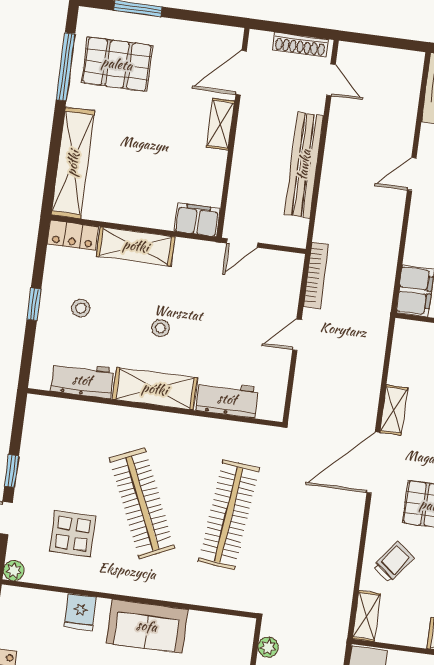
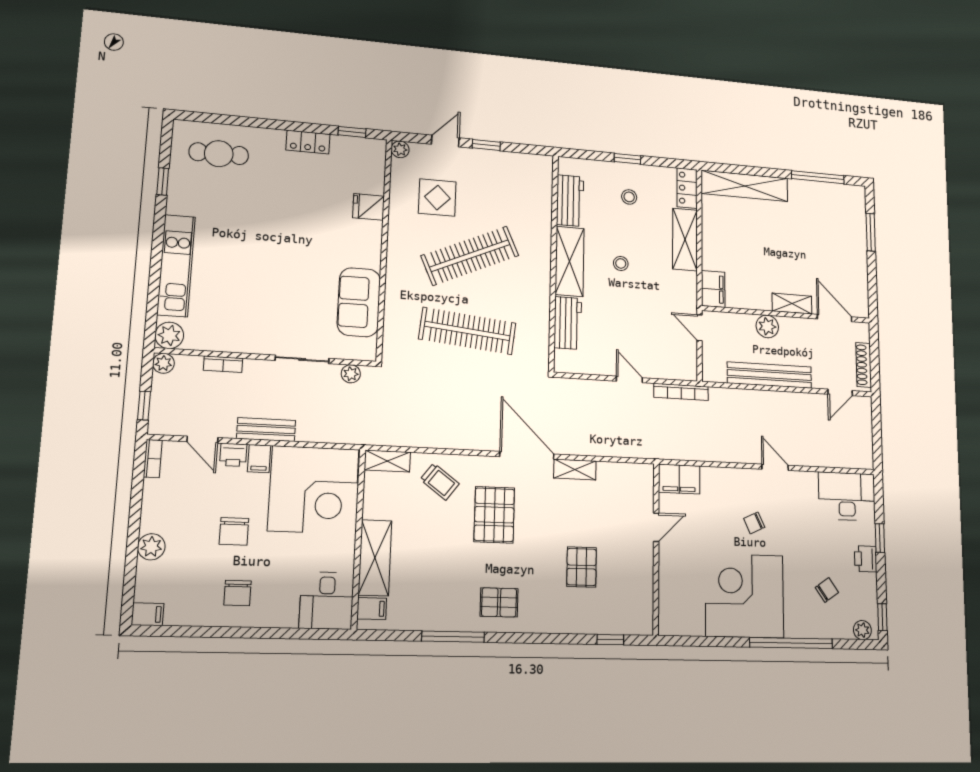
pallet: (117, 64) -> (826, 218), removed
plant: (246, 159) -> (767, 326), added
sofa: (147, 626) -> (359, 302), moved

